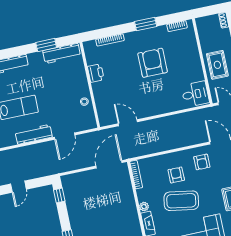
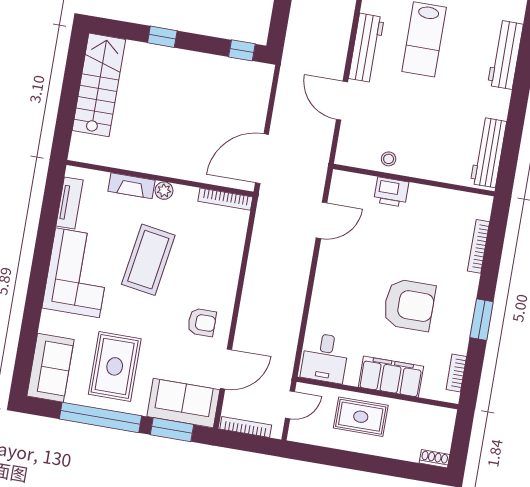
window: (46, 45) -> (514, 131), removed
filing cabinet: (192, 58) -> (391, 377), added
printer: (96, 73) -> (391, 192), moved
armchair: (202, 162) -> (202, 322), turned 180
door: (109, 164) -> (262, 159), swing flipped
armchair: (176, 175) -> (197, 269), removed

